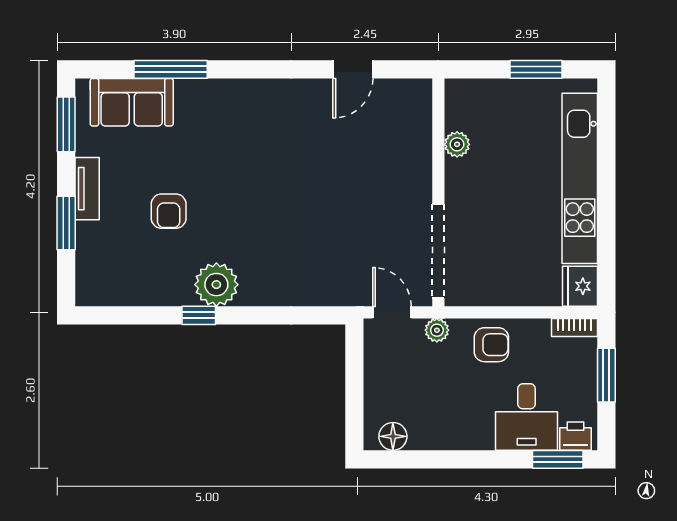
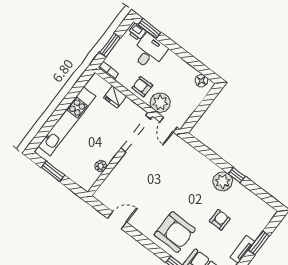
armchair: (233, 127) -> (175, 232), added
fridge: (580, 286) -> (115, 97), moved, turned 90
plant: (437, 330) -> (160, 103), width x1.88, depth x1.88

